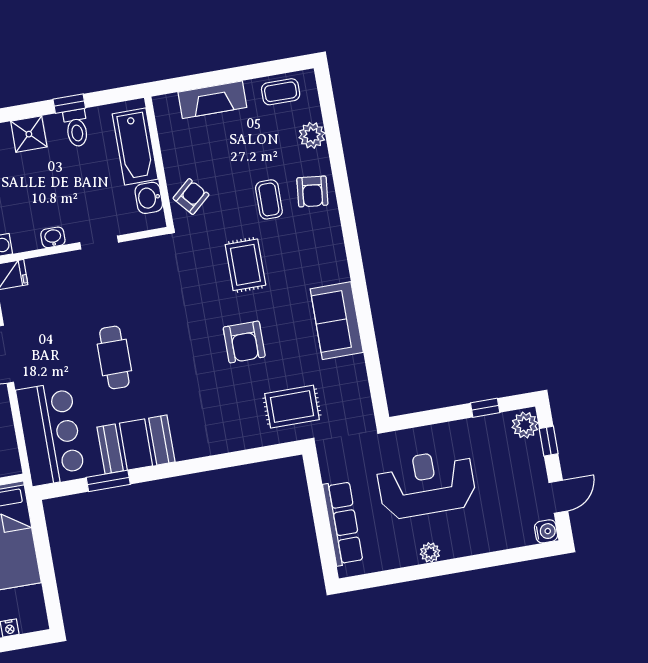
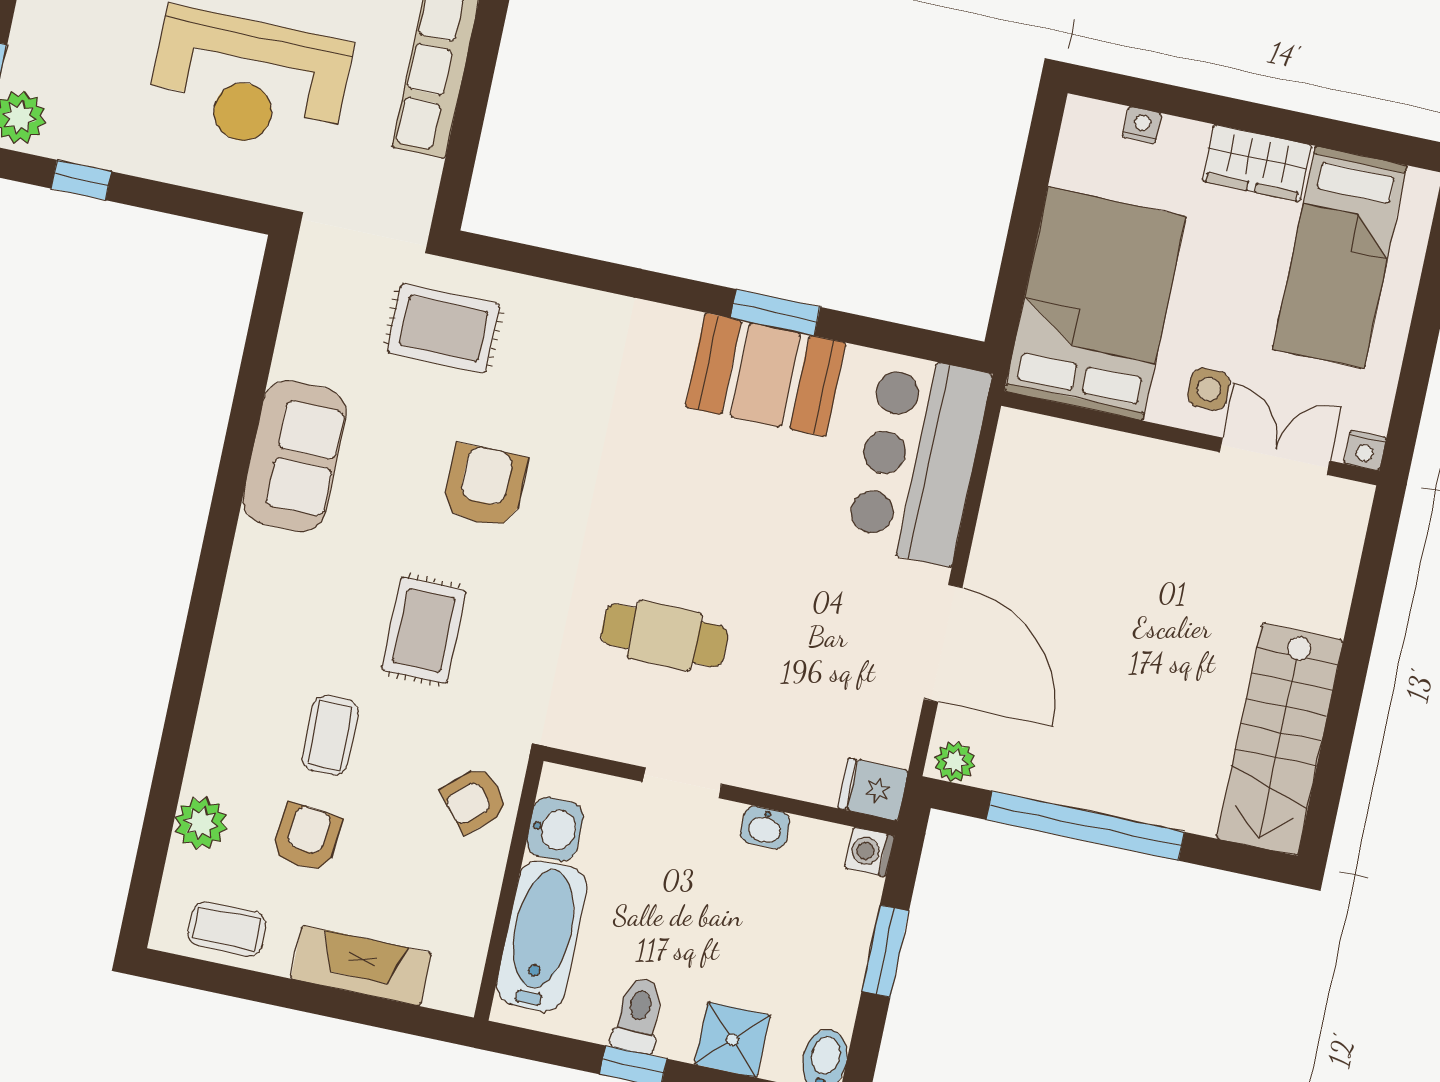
armchair: (312, 191) -> (307, 838), moved
cafe table: (114, 357) -> (664, 635), moved, turned 90
window: (108, 481) -> (775, 312), moved

